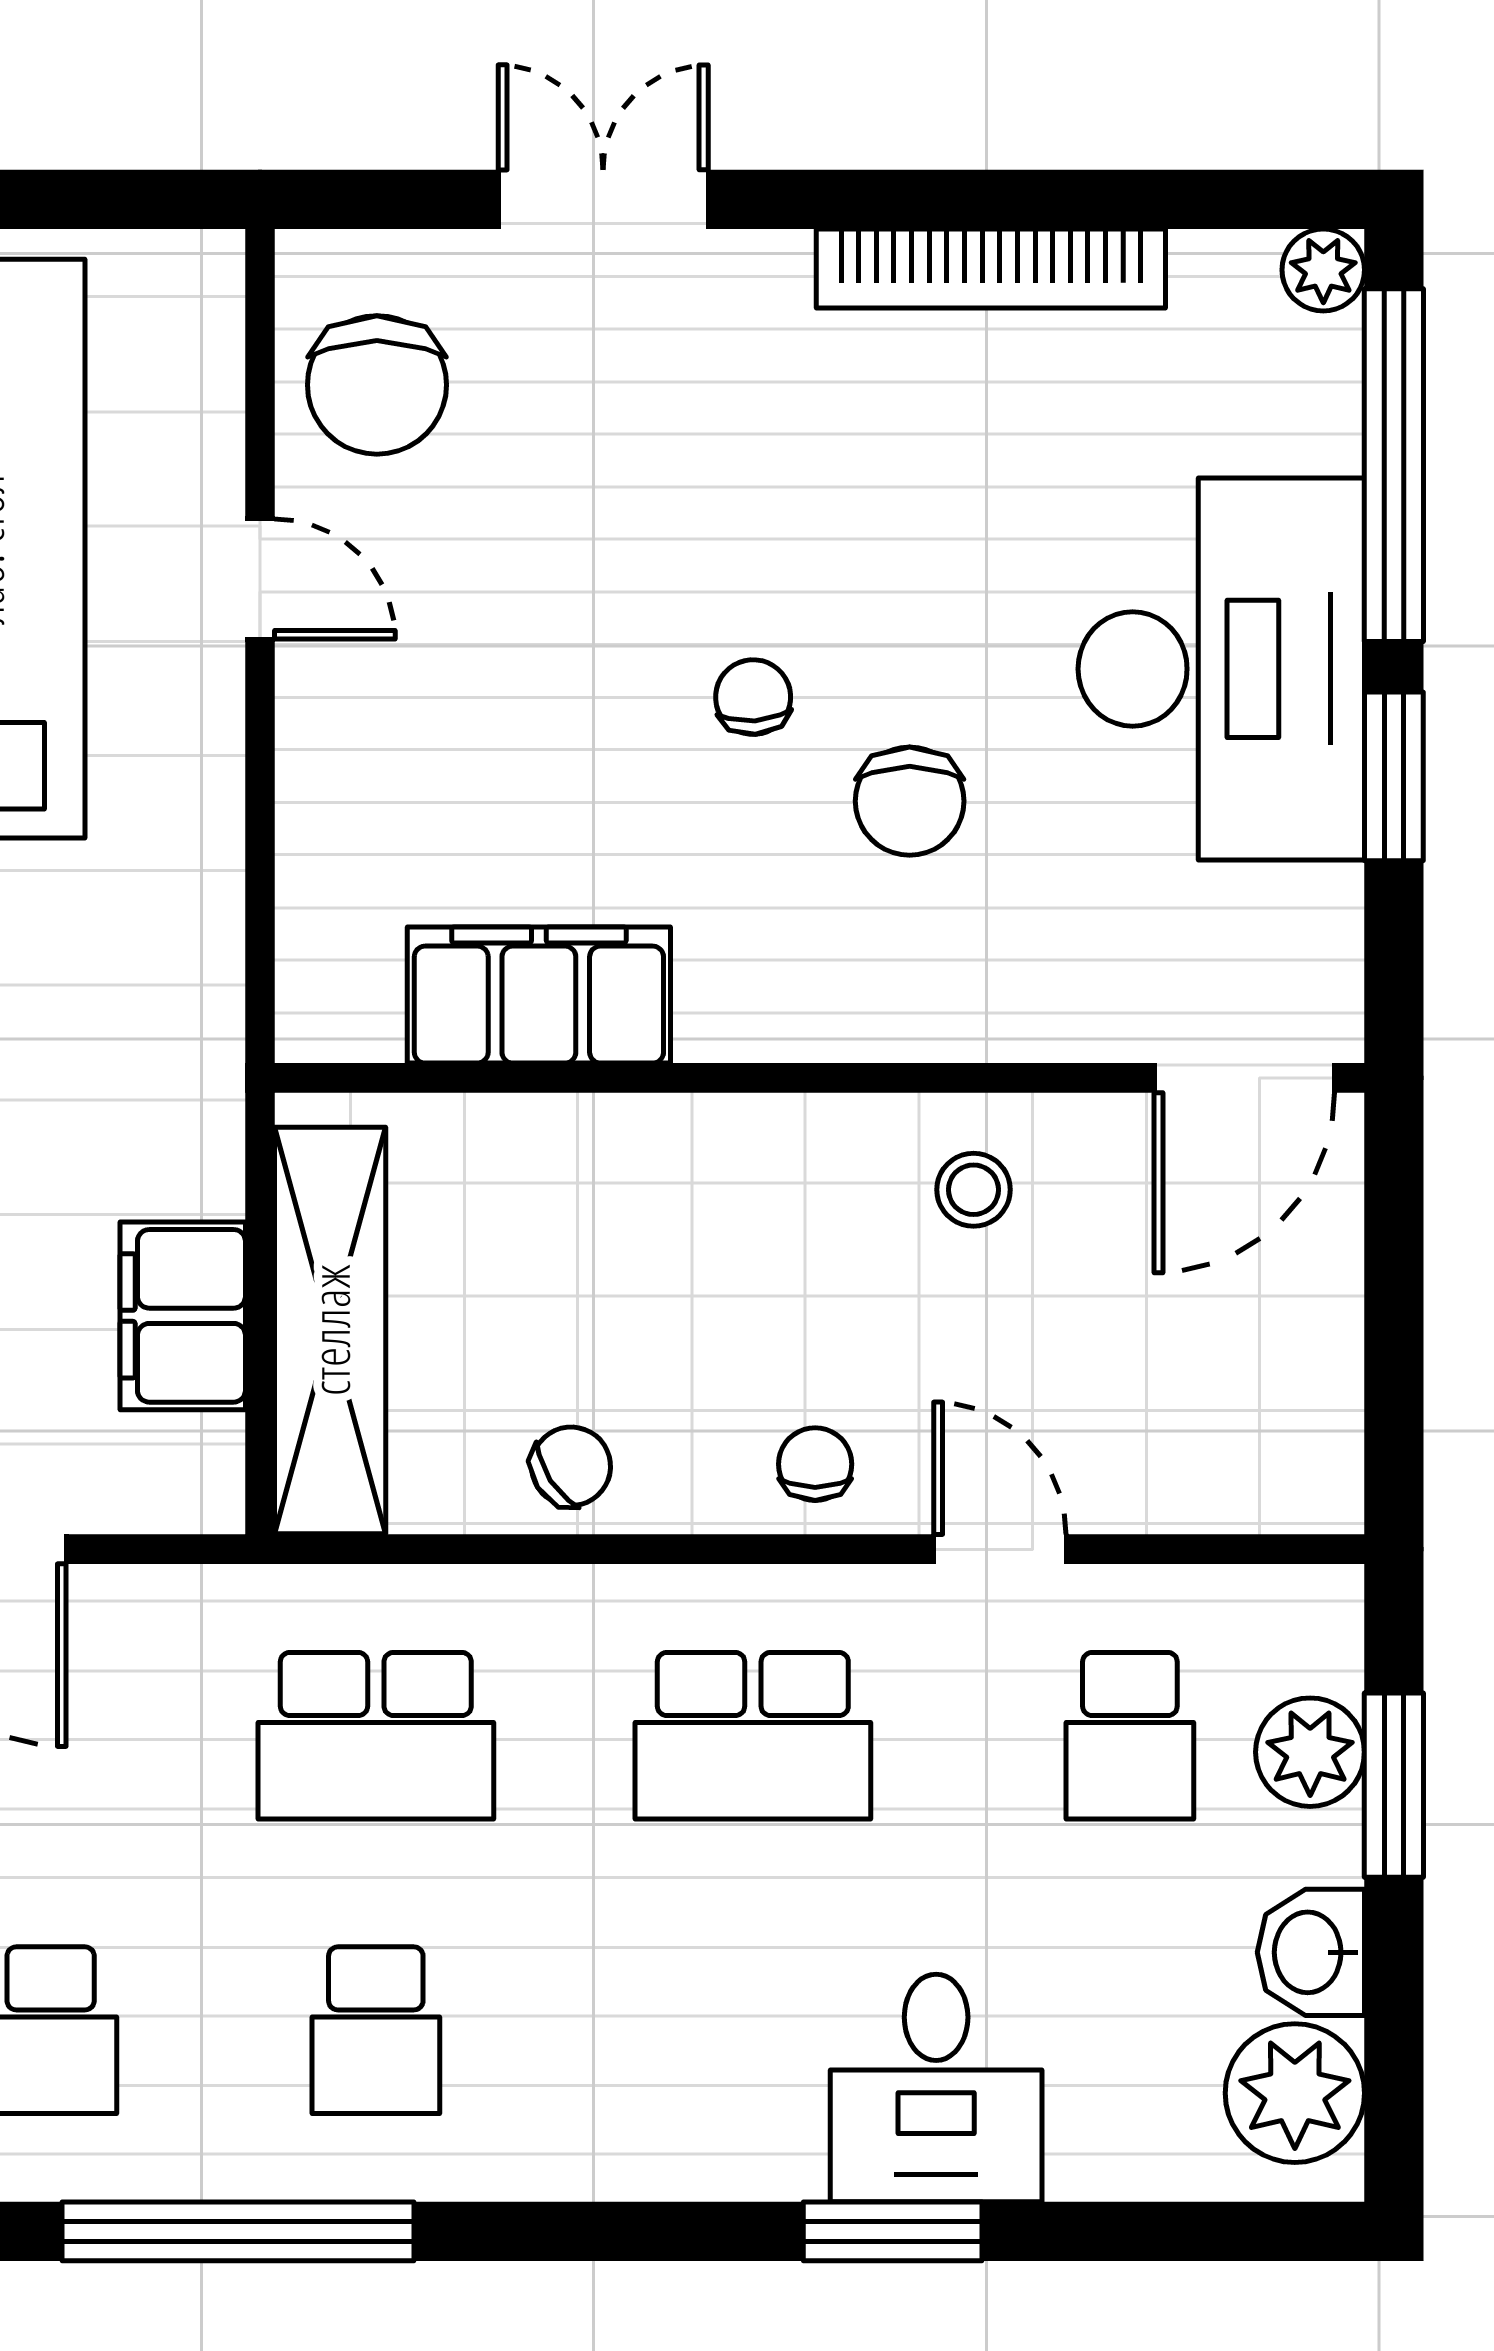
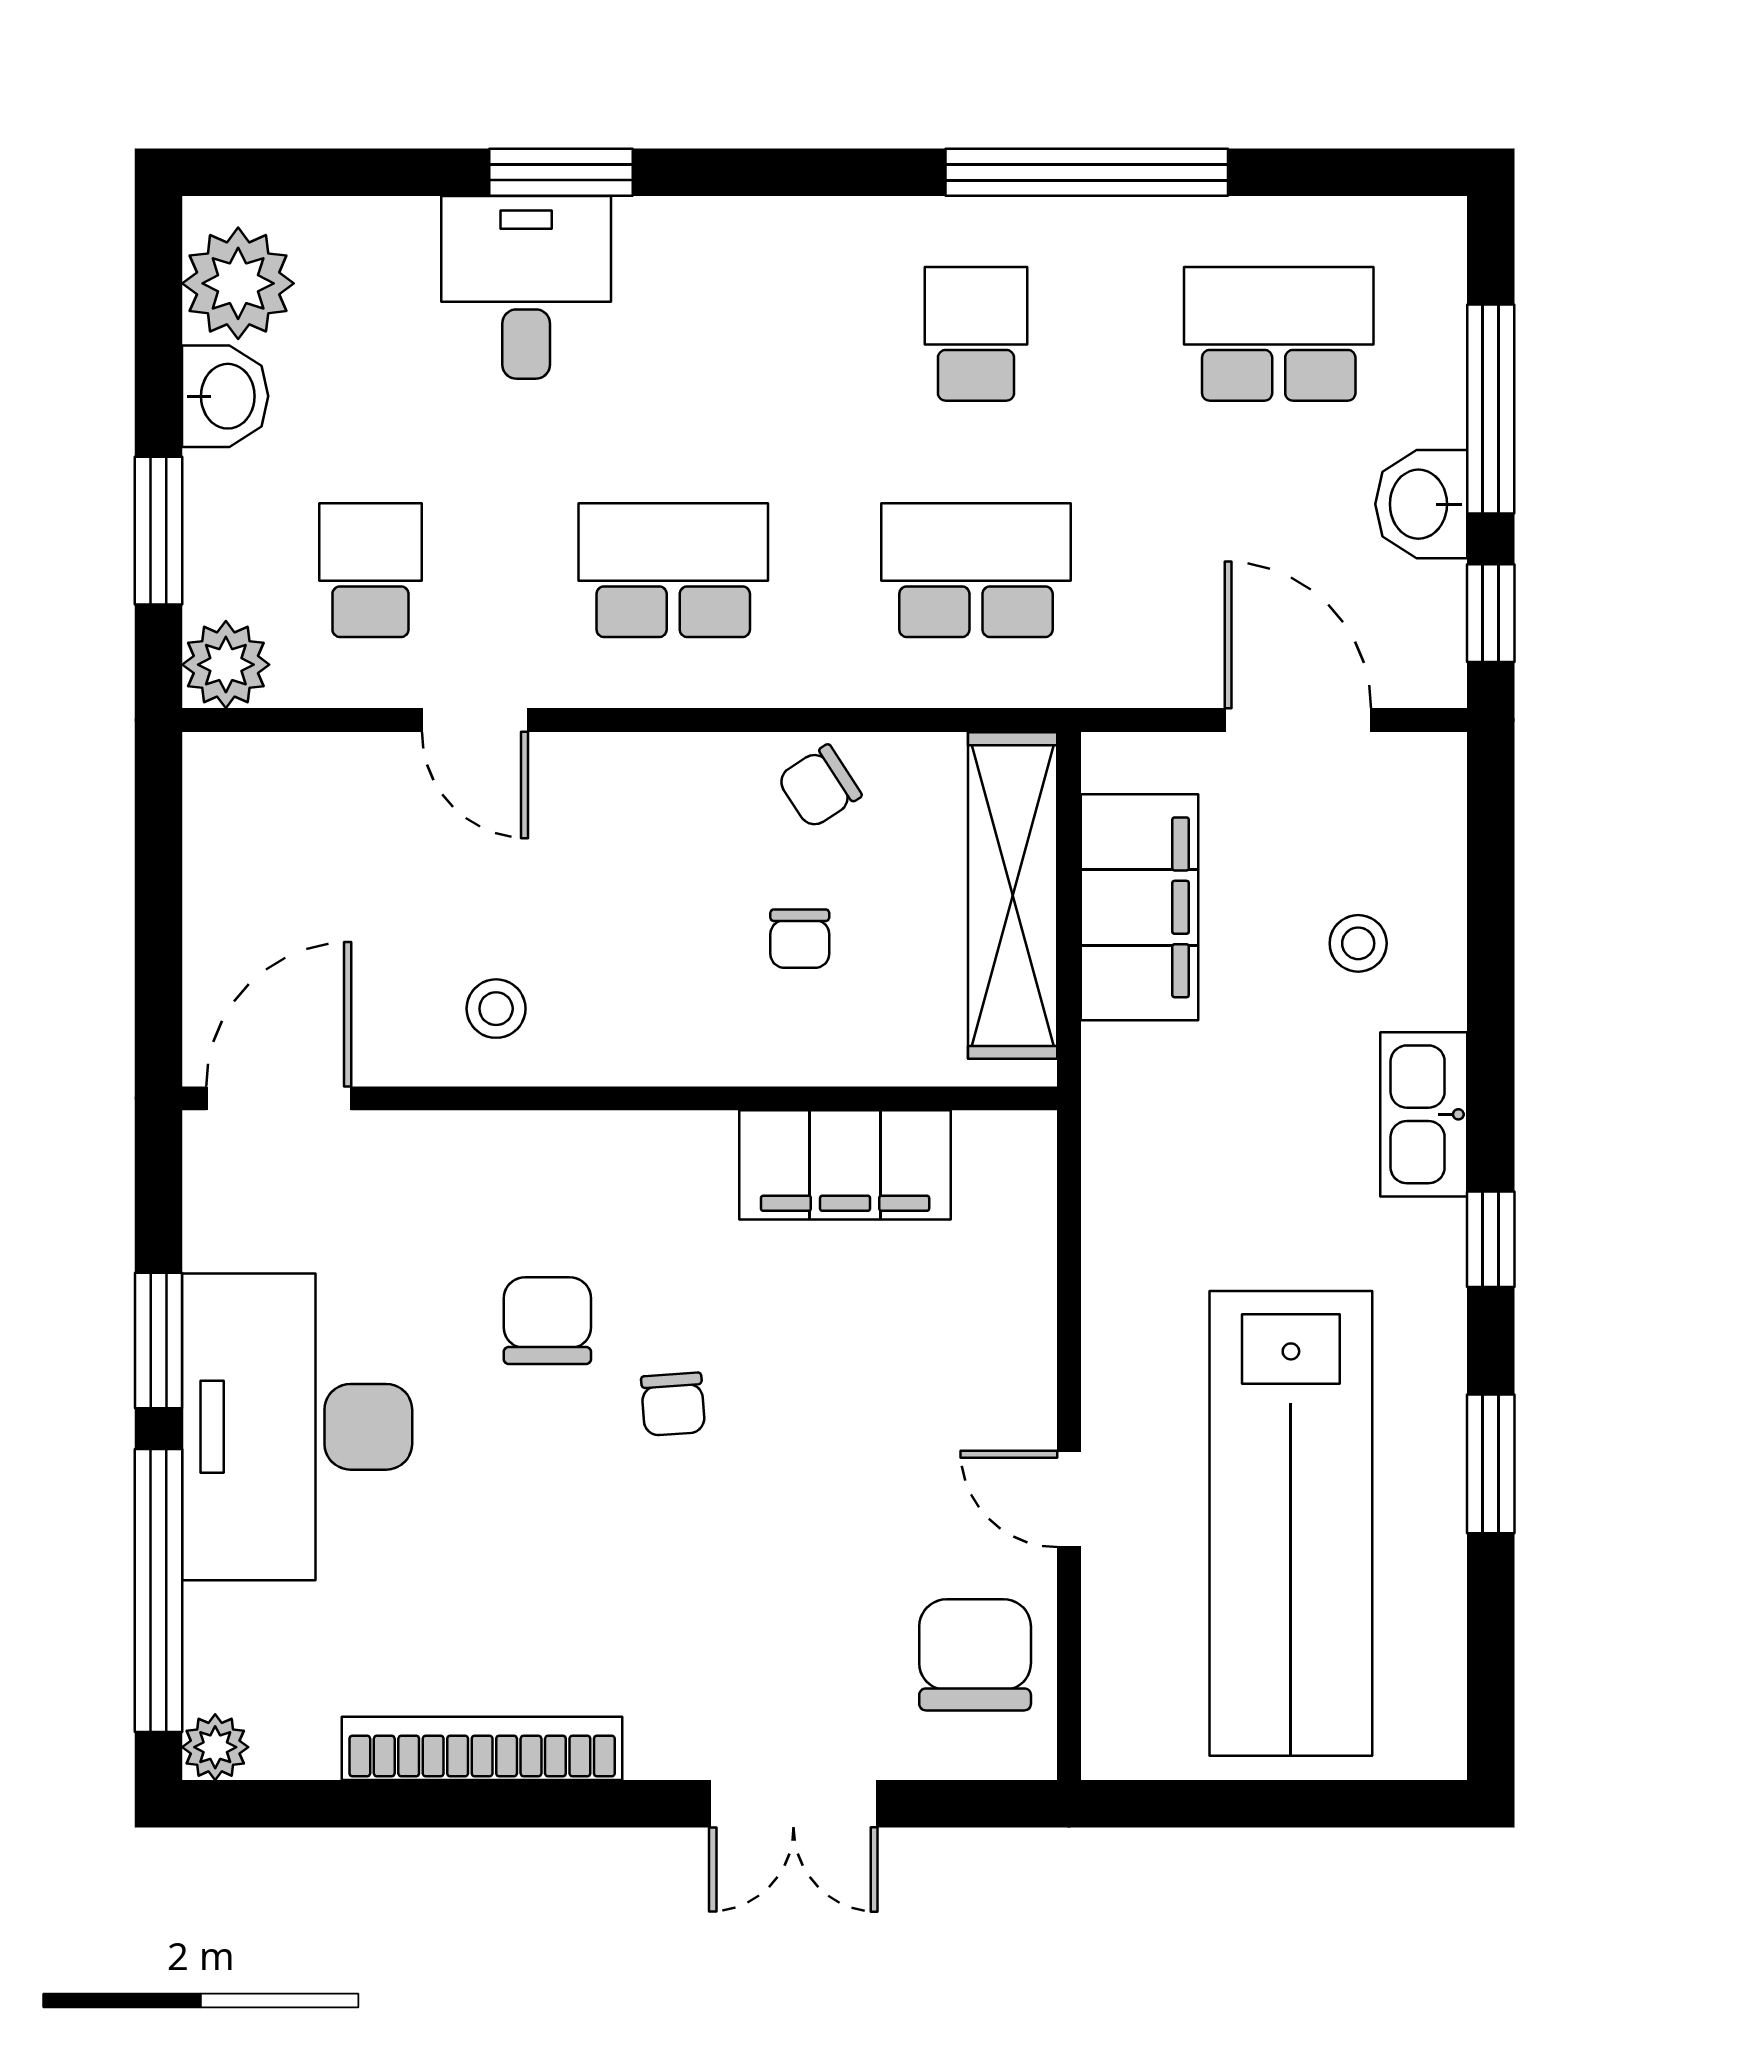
filing cabinet: (183, 1316) -> (1139, 907), width x1.50, depth x1.17
chair: (815, 1464) -> (800, 939), moved
plant: (1310, 1752) -> (226, 665), moved

